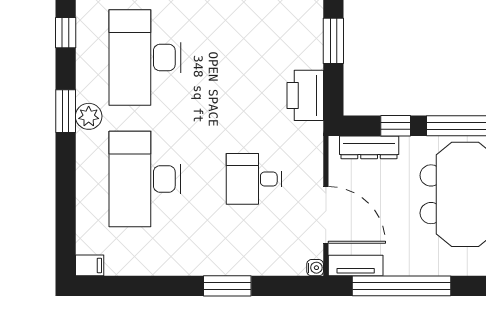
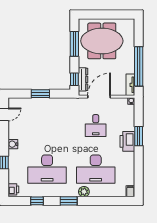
printer: (305, 95) -> (127, 141), moved, turned 90
plant: (89, 116) -> (84, 192), moved
window: (396, 126) -> (74, 79), moved
door: (326, 215) -> (99, 97), moved

